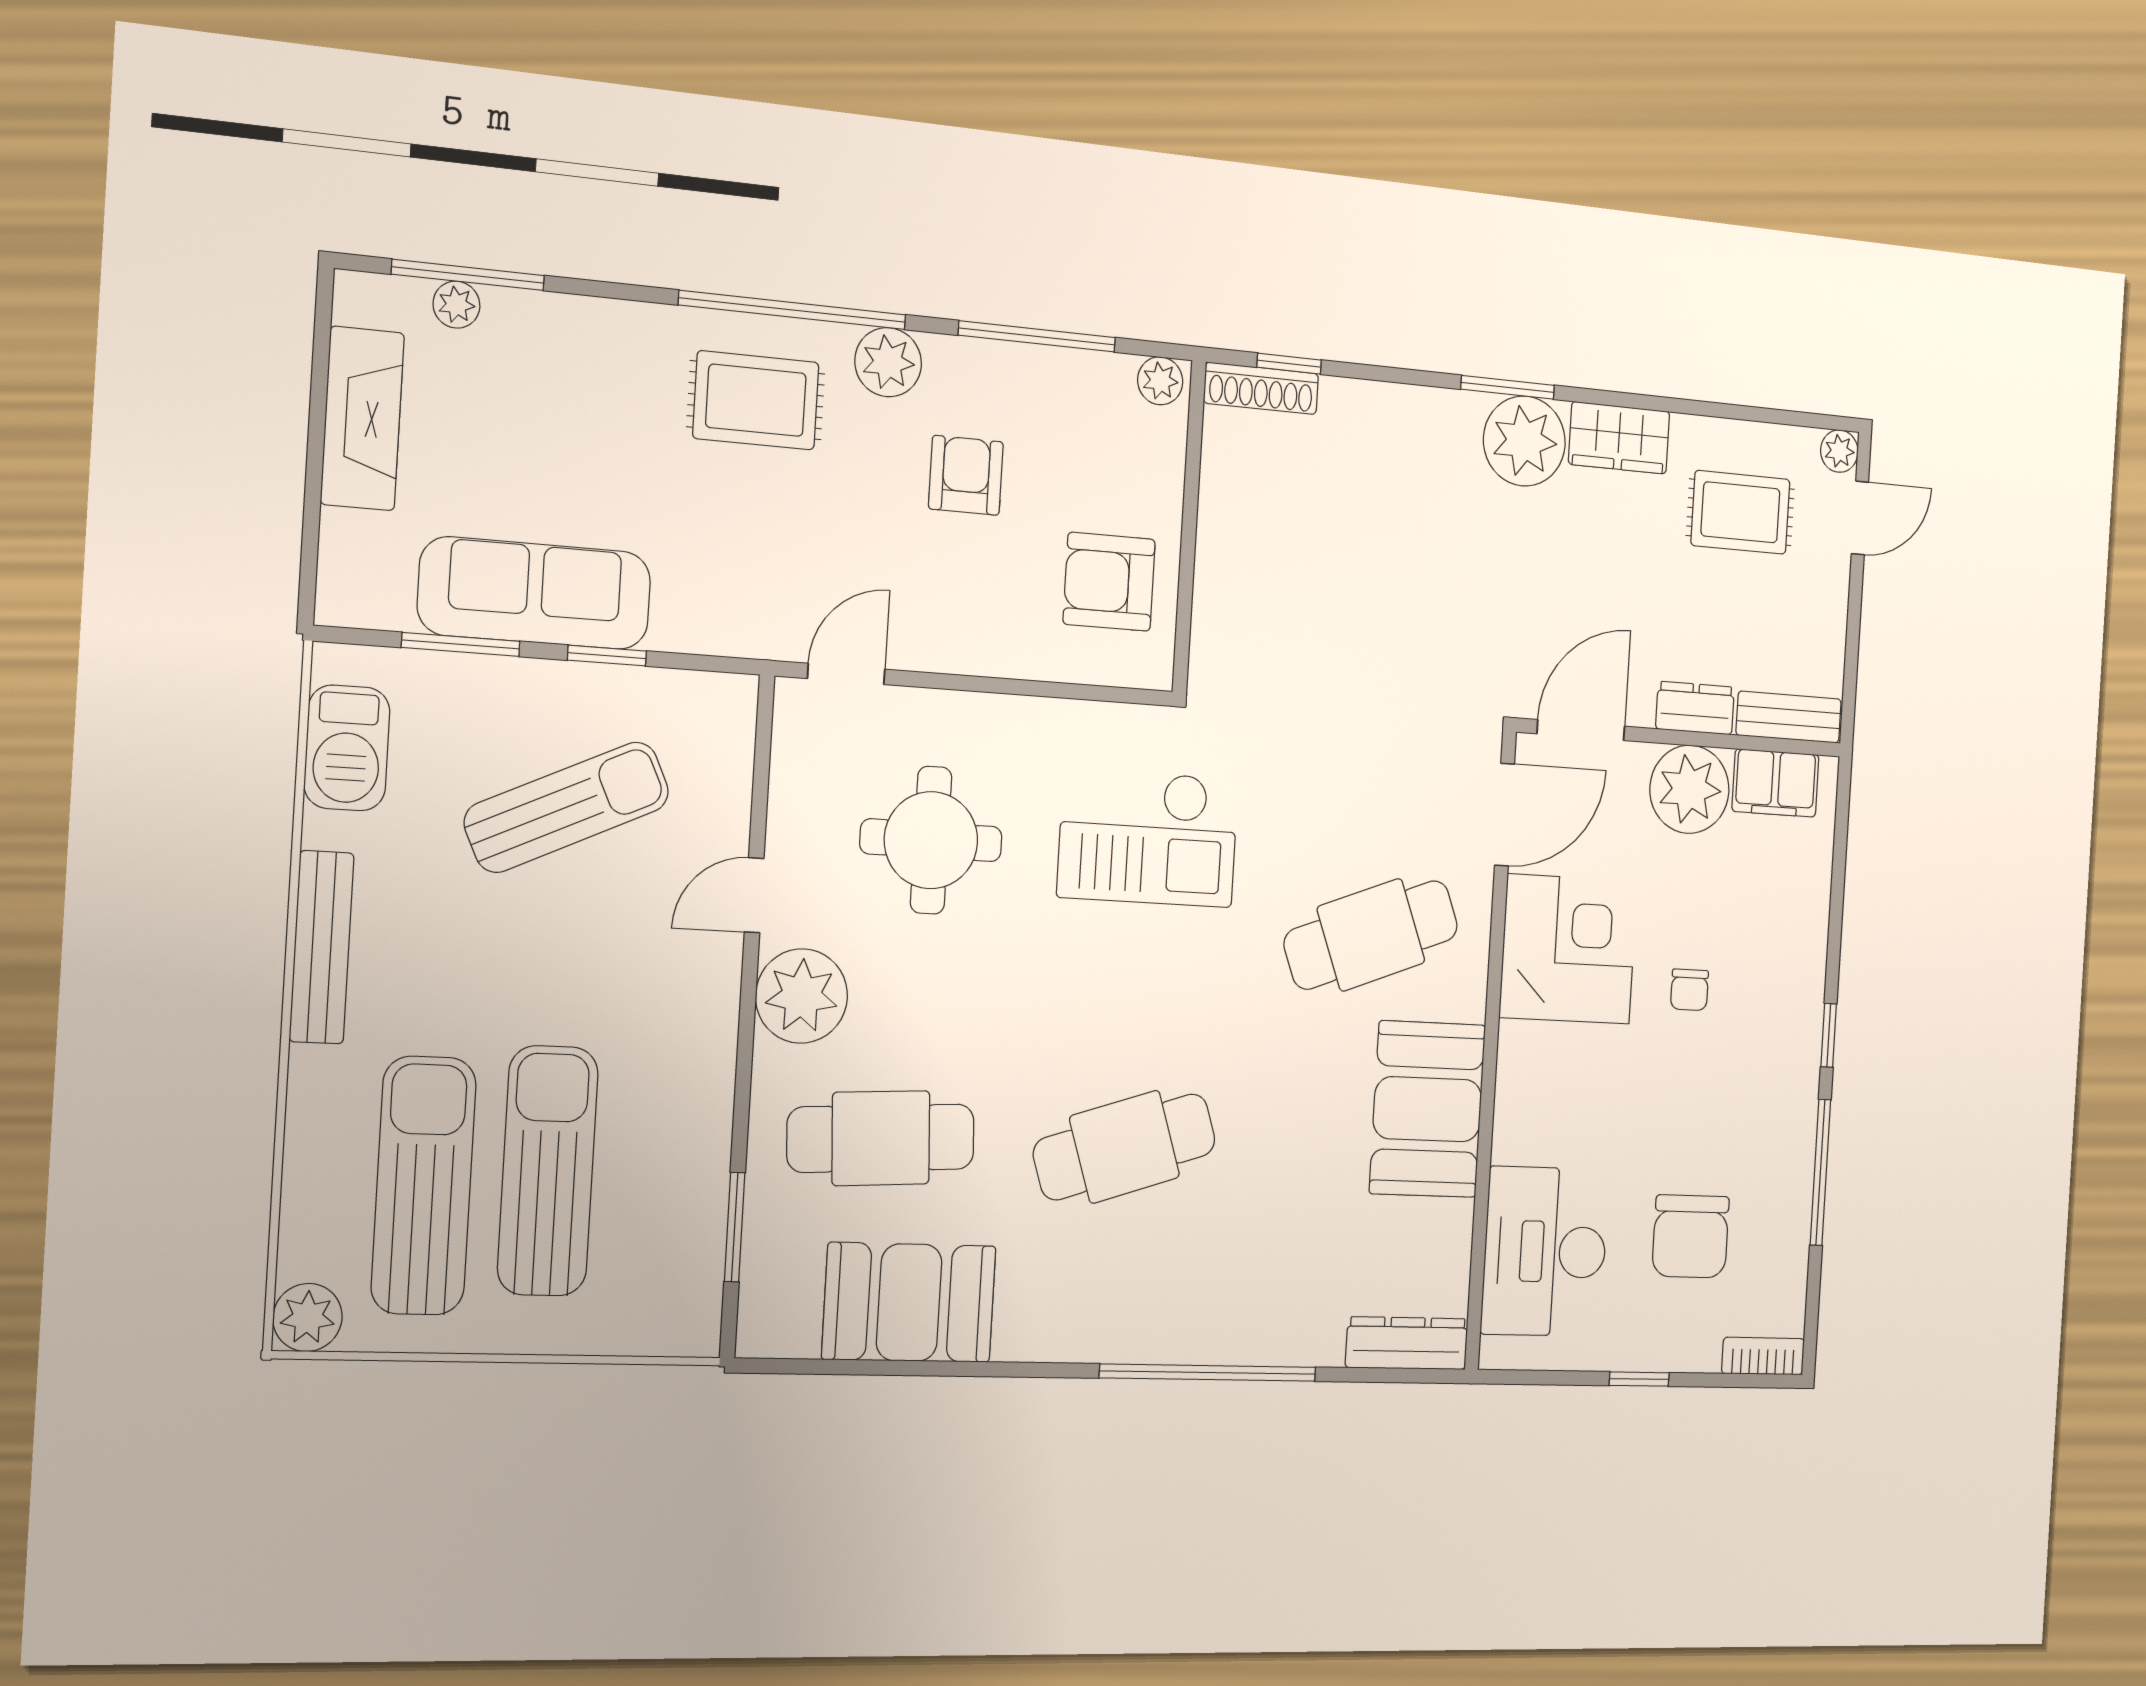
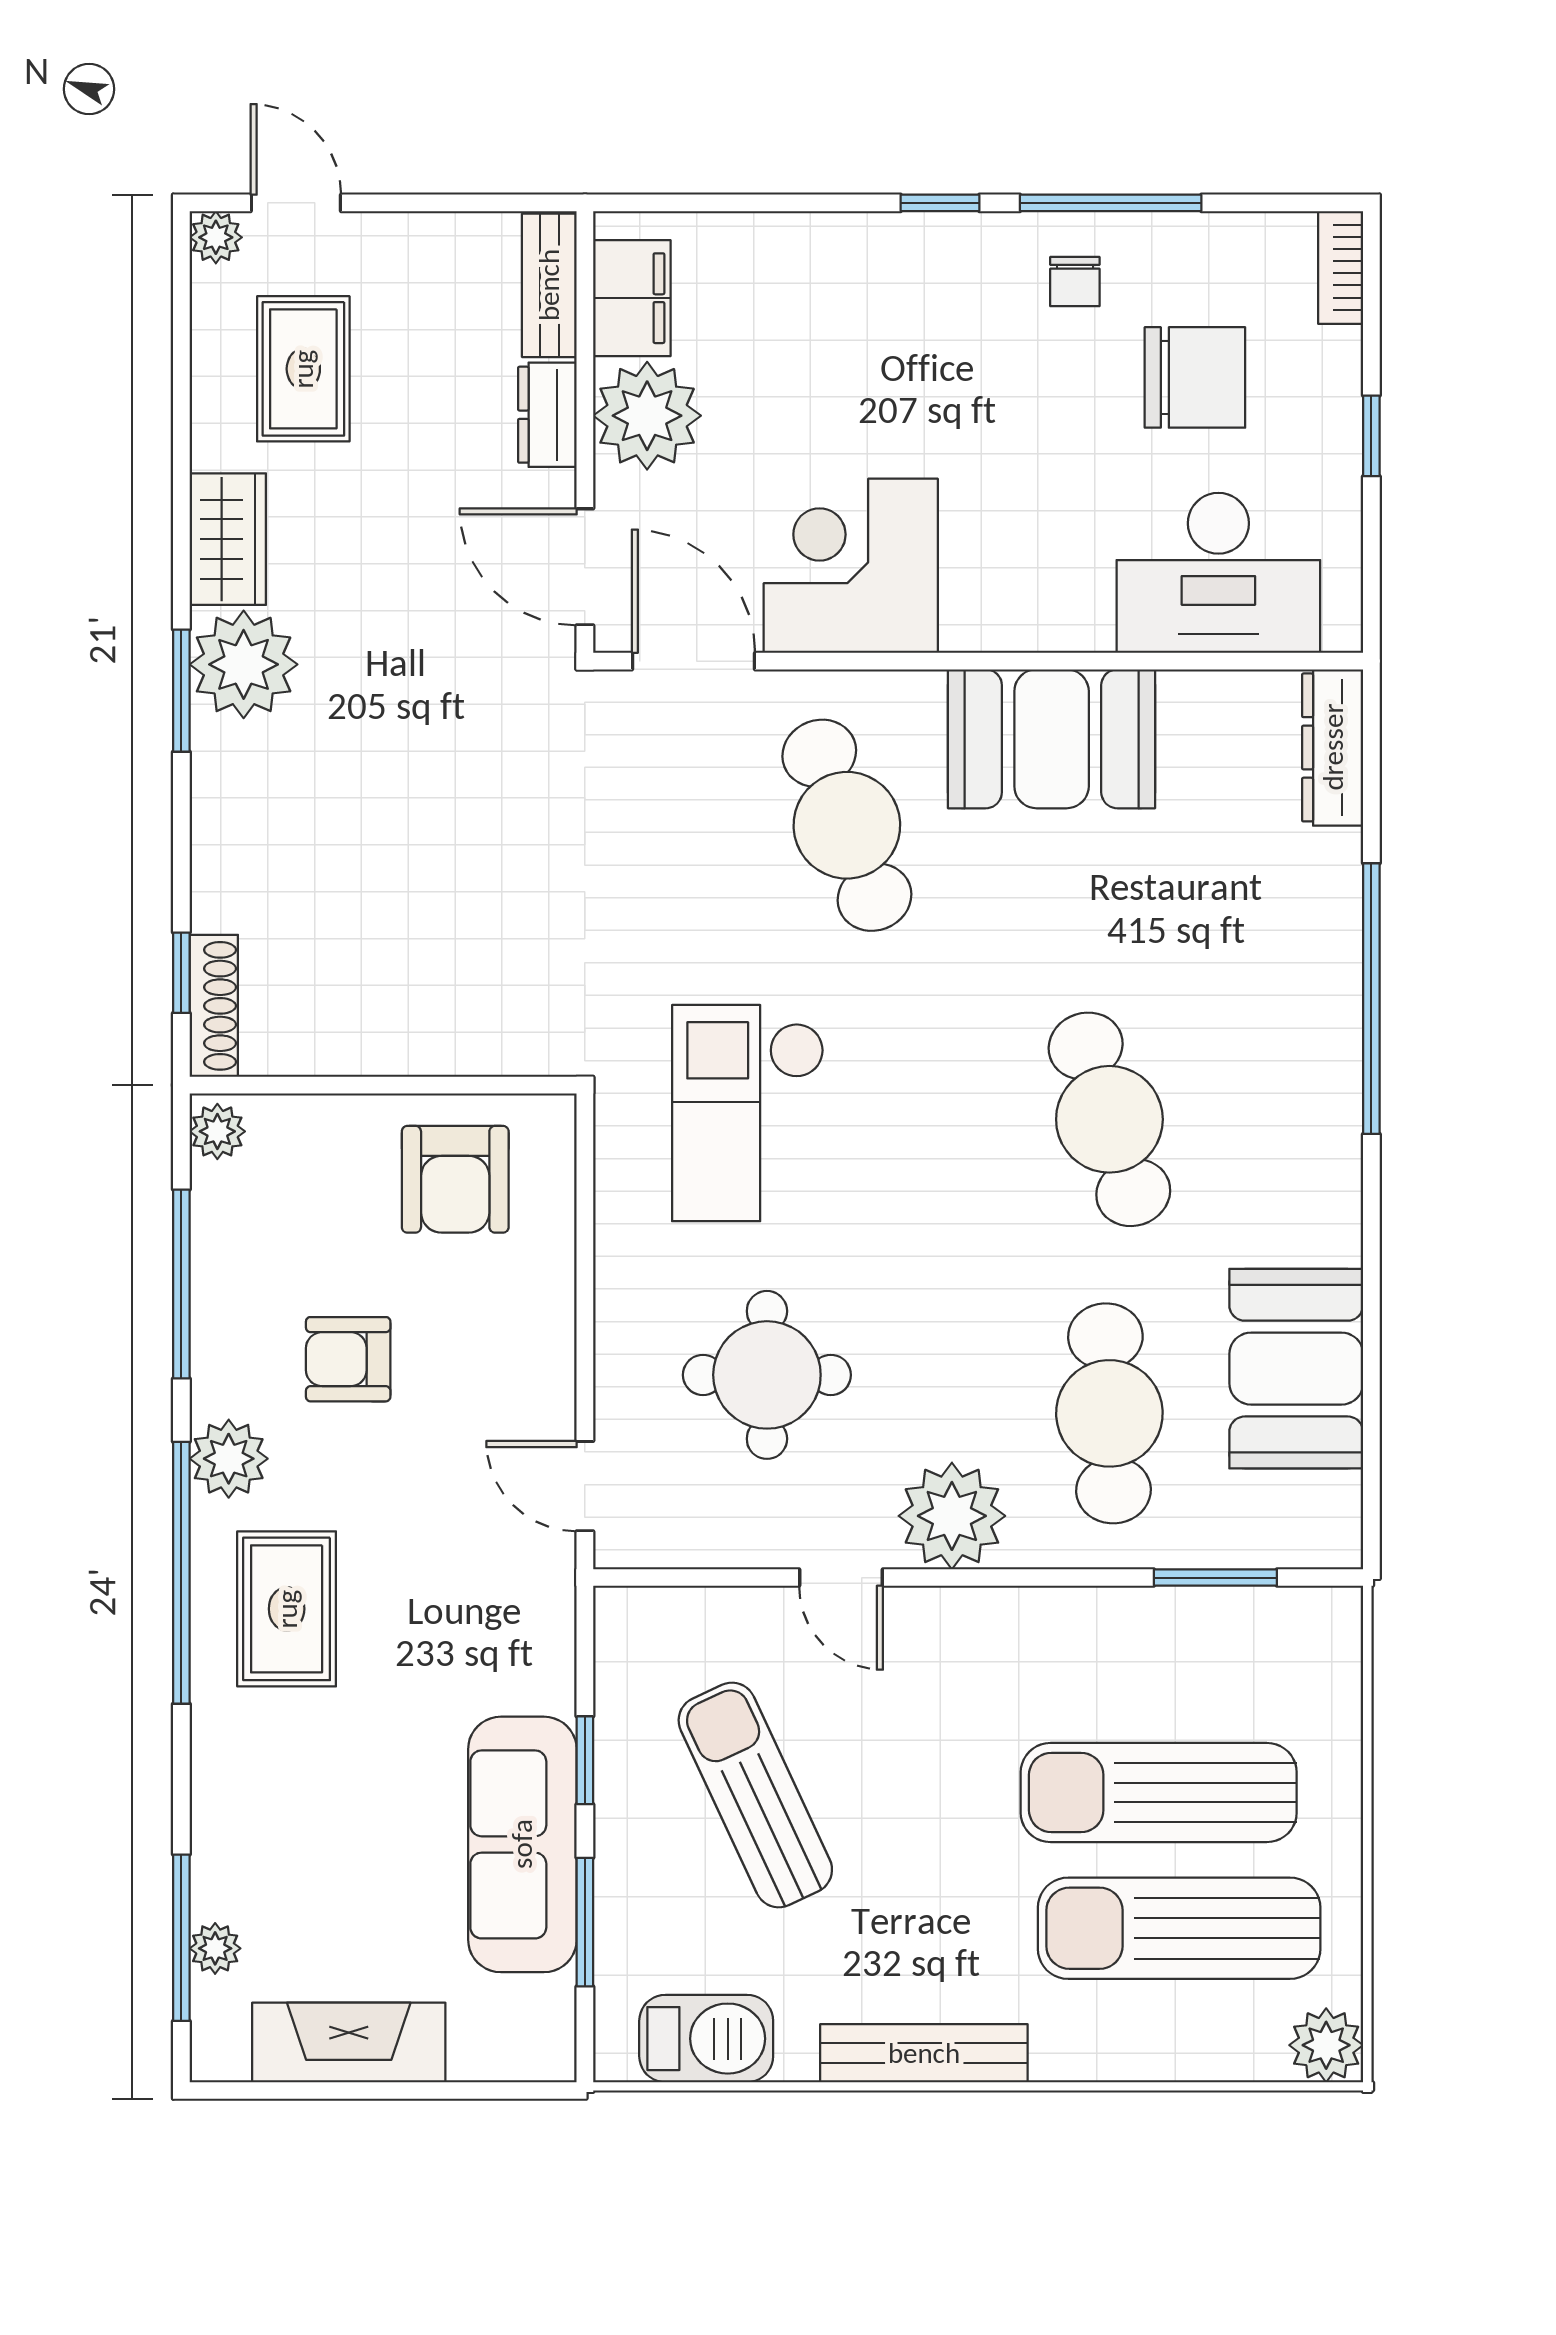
checkout: (1148, 837) -> (748, 1113), turned 180
chair: (1689, 990) -> (1075, 282), moved, turned 90

